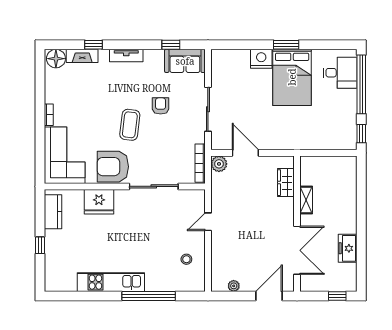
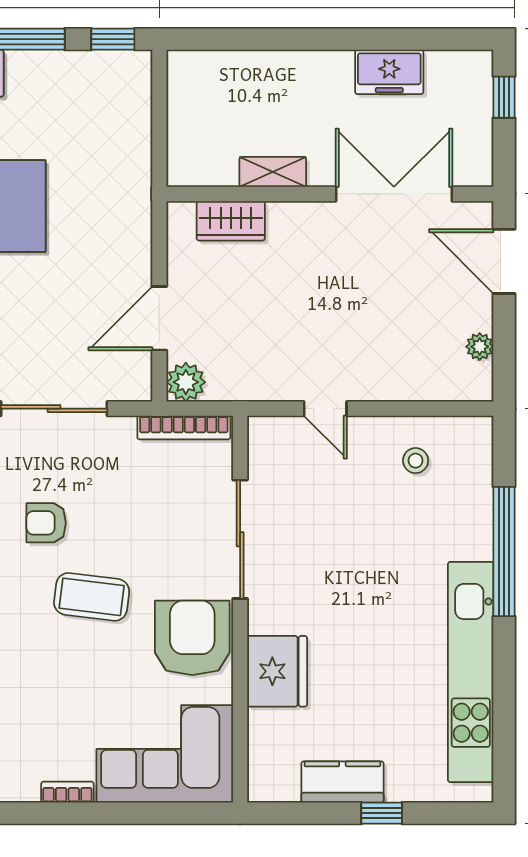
armchair: (113, 167) -> (192, 638), turned 180
kitchen counter: (53, 212) -> (342, 782), moved
kitchen unit: (111, 282) -> (471, 672), width x1.36

